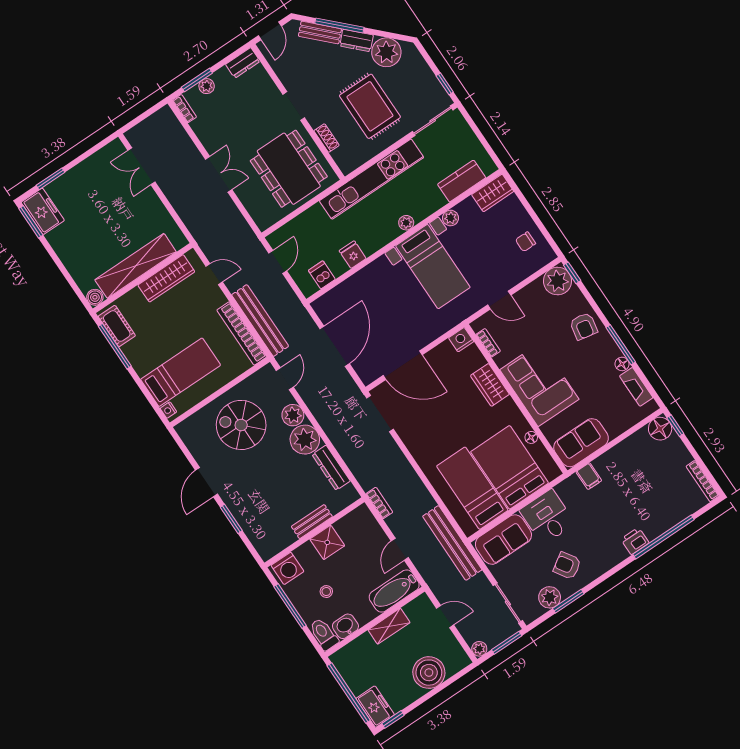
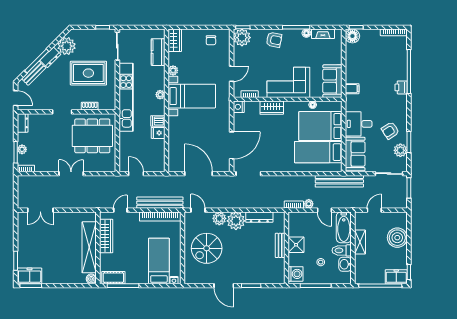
dishwasher: (322, 275) -> (158, 121), moved
toilet: (324, 634) -> (342, 250), moved
plant: (479, 649) -> (309, 204), moved

